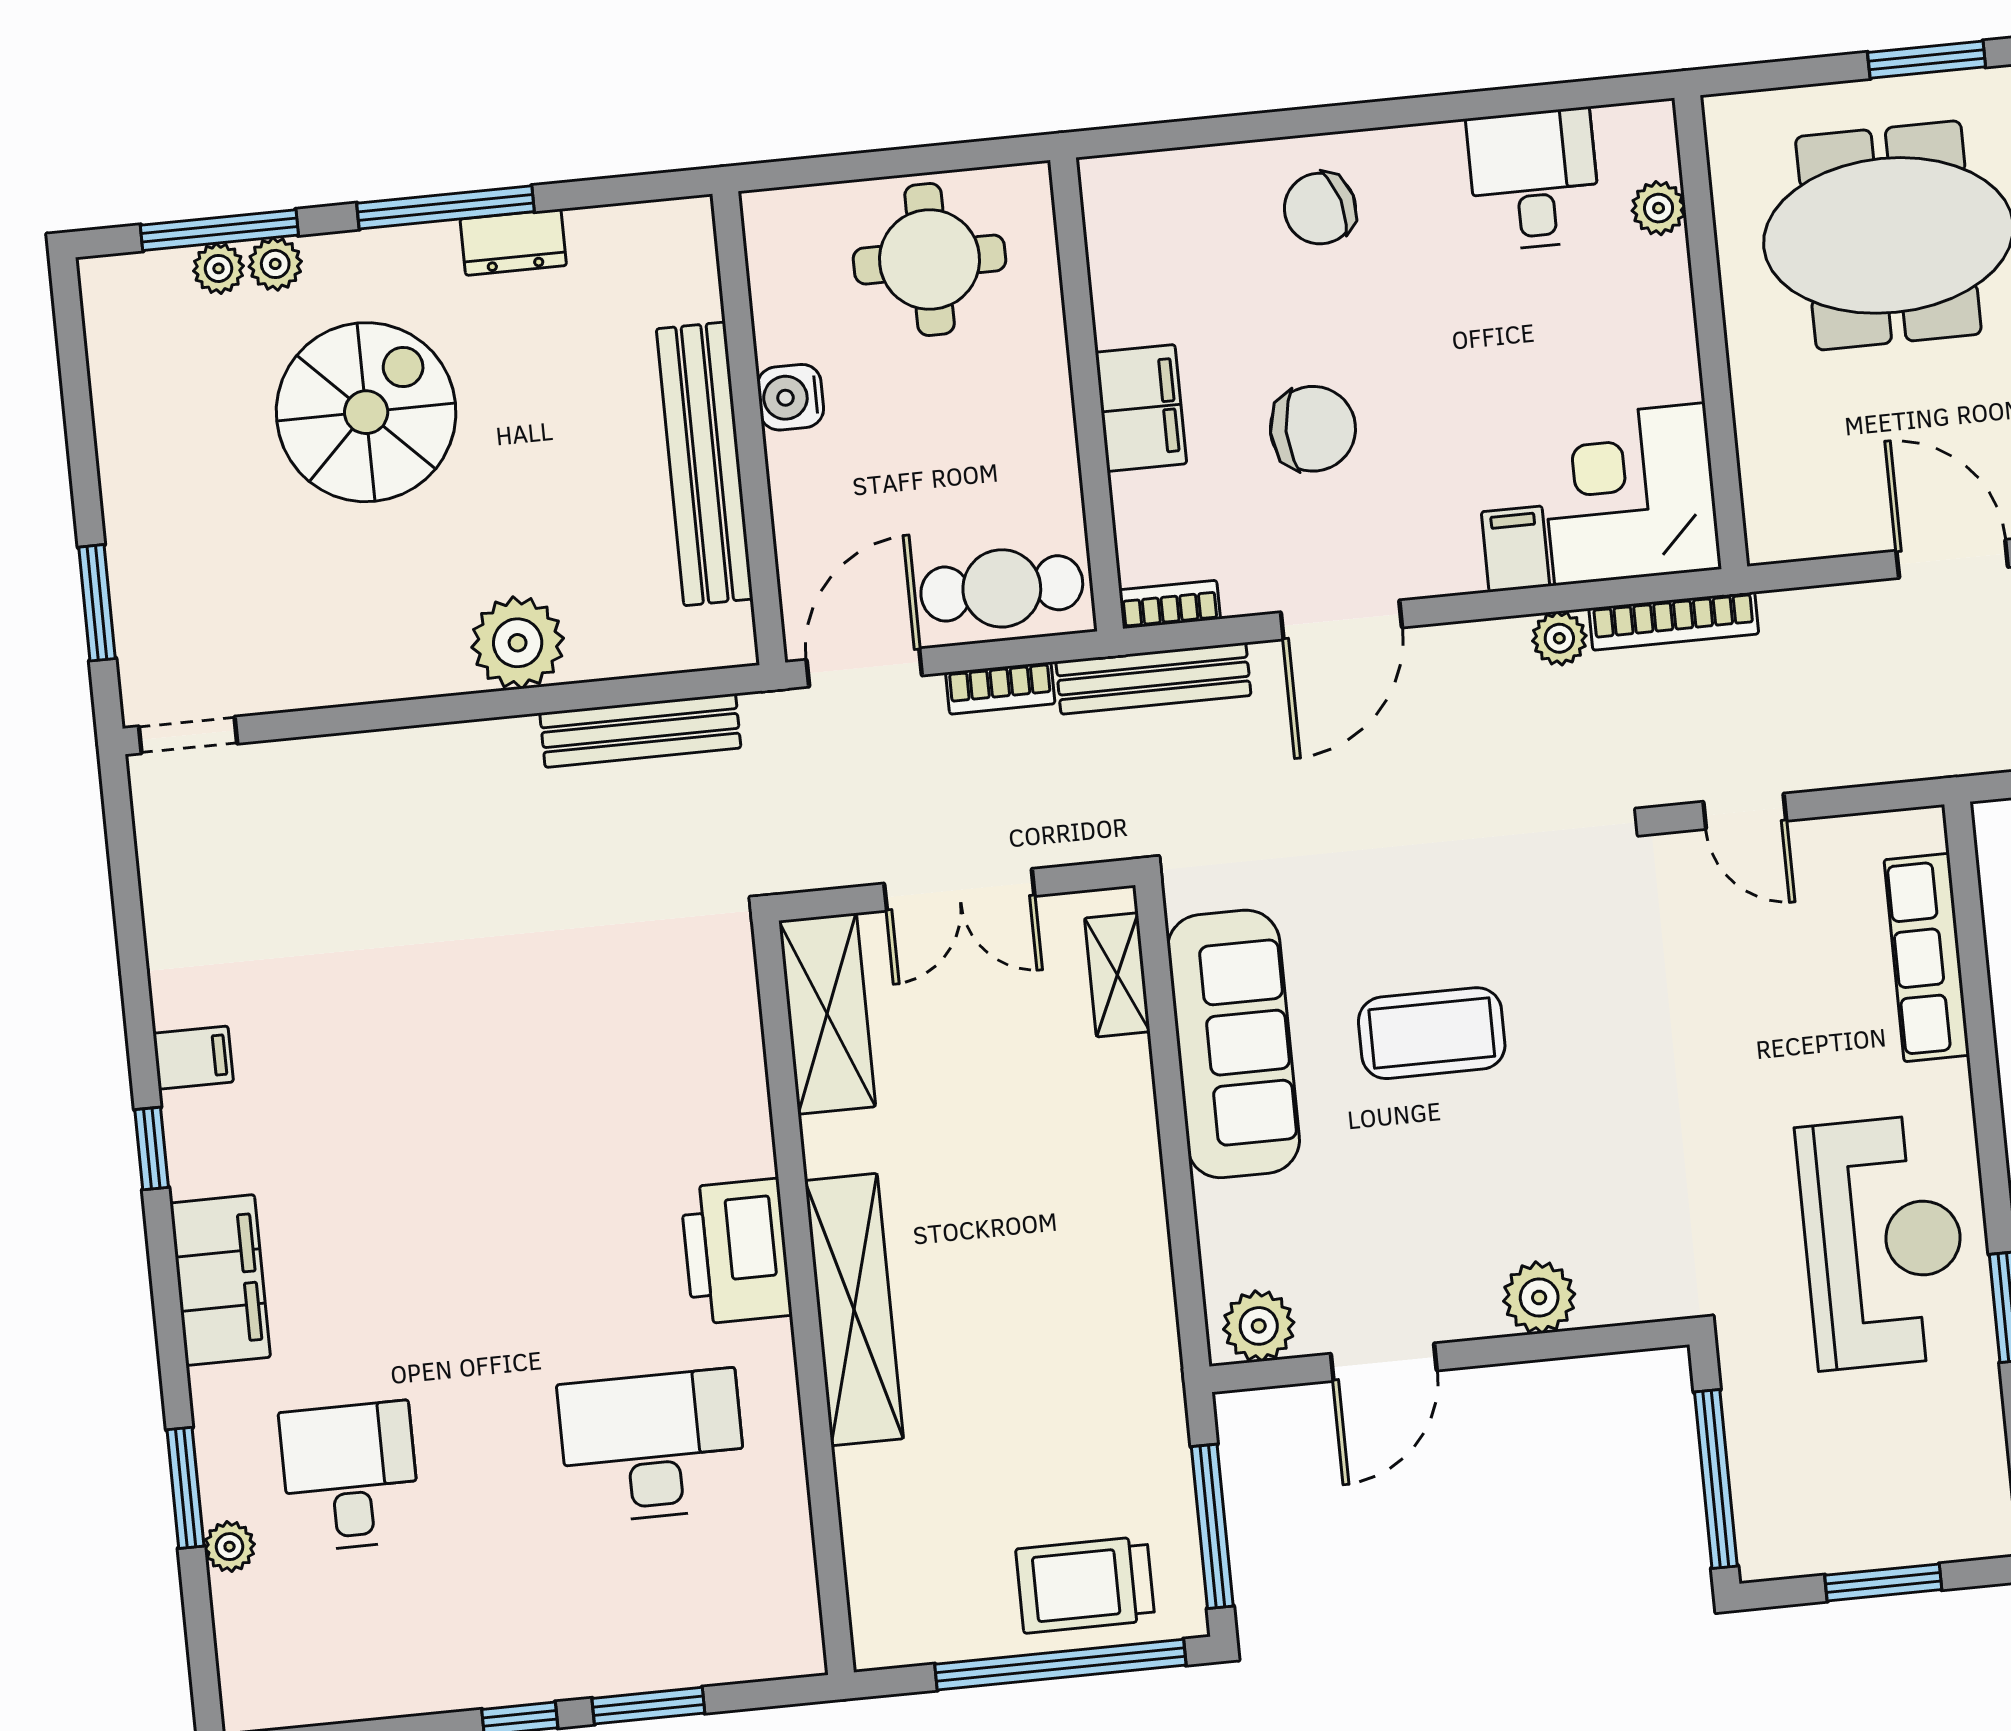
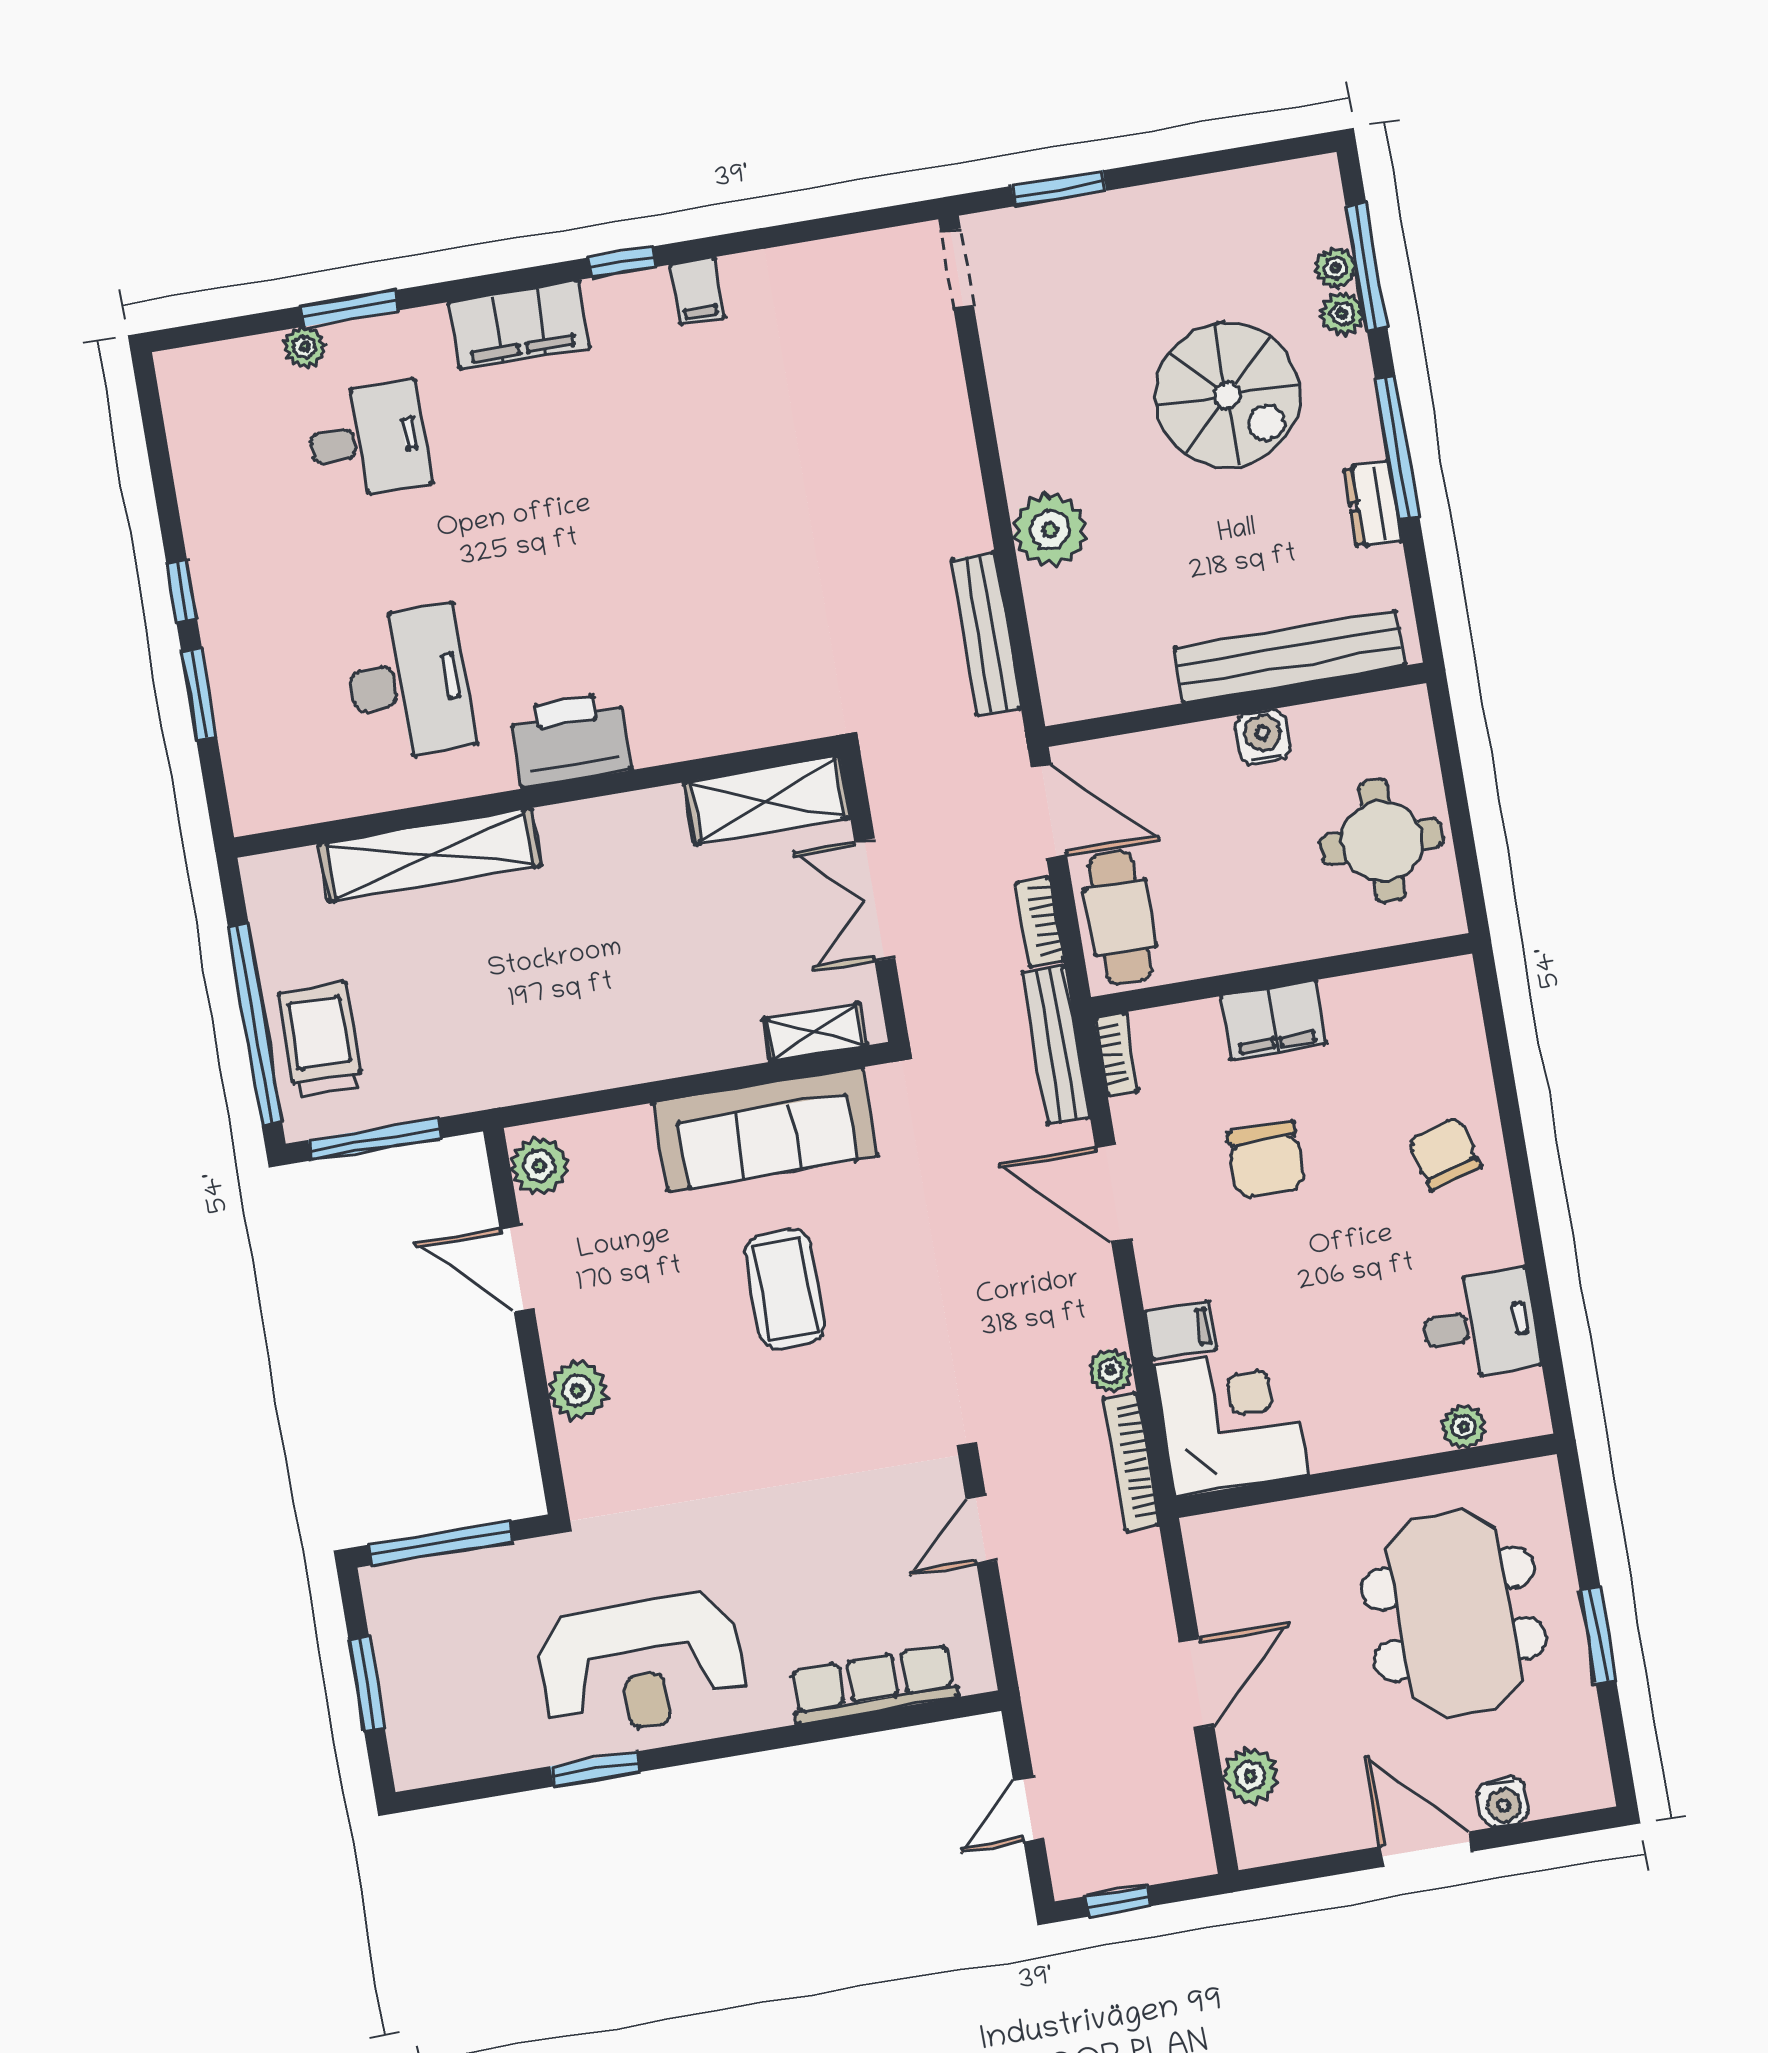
bench: (705, 464) -> (1289, 657), moved
shelving: (854, 1310) -> (430, 855), moved

